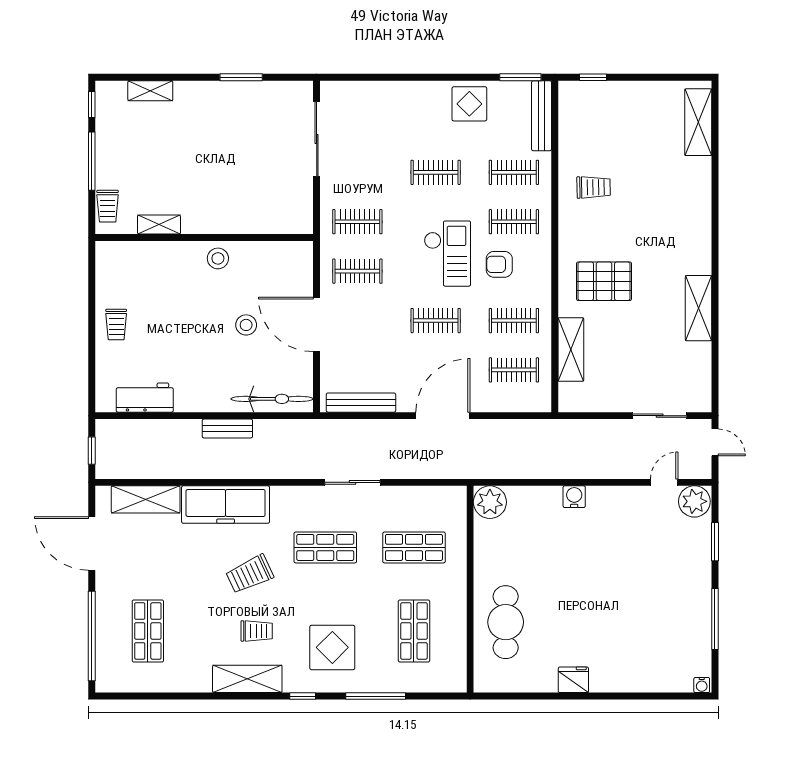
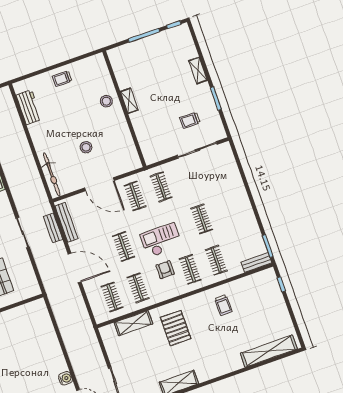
shelving: (150, 91) -> (198, 71), moved
display table: (469, 104) -> (244, 224), removed
bench: (542, 116) -> (256, 263), width x0.73
shelving: (698, 122) -> (269, 351), width x1.47
trolley: (108, 206) -> (190, 120), moved
shelving: (159, 225) -> (129, 101), moved
checkout: (447, 254) -> (161, 240), turned 180
stool: (218, 258) -> (106, 101), moved
door: (317, 324) -> (99, 184), swing flipped
bench: (227, 428) -> (53, 228), moved
water cooler: (574, 497) -> (65, 378), moved
plant: (490, 502) -> (38, 309), removed

